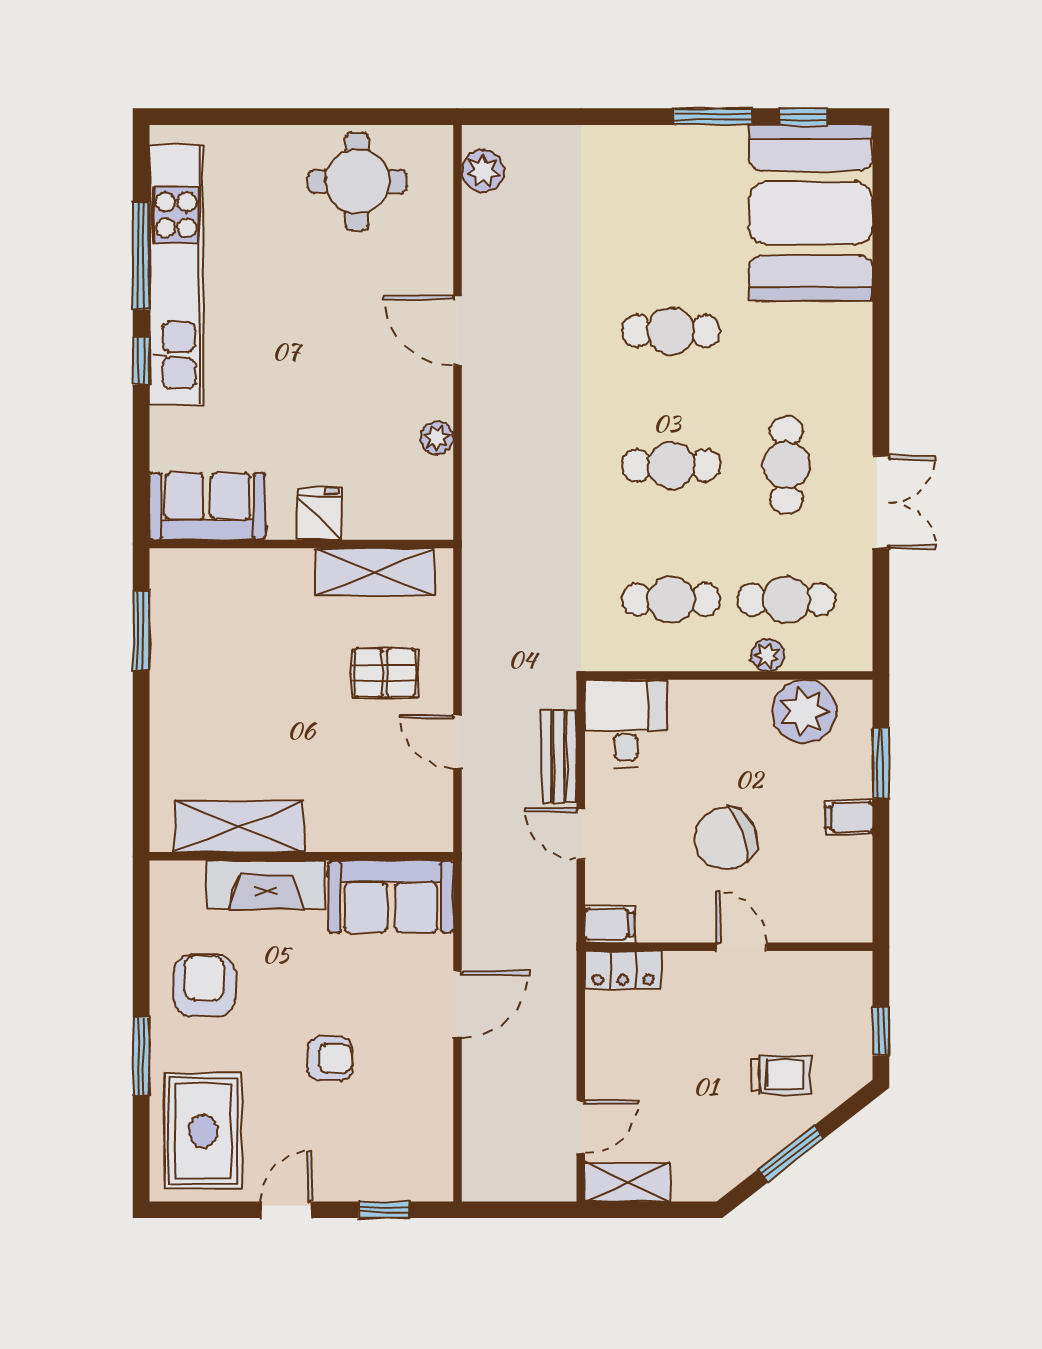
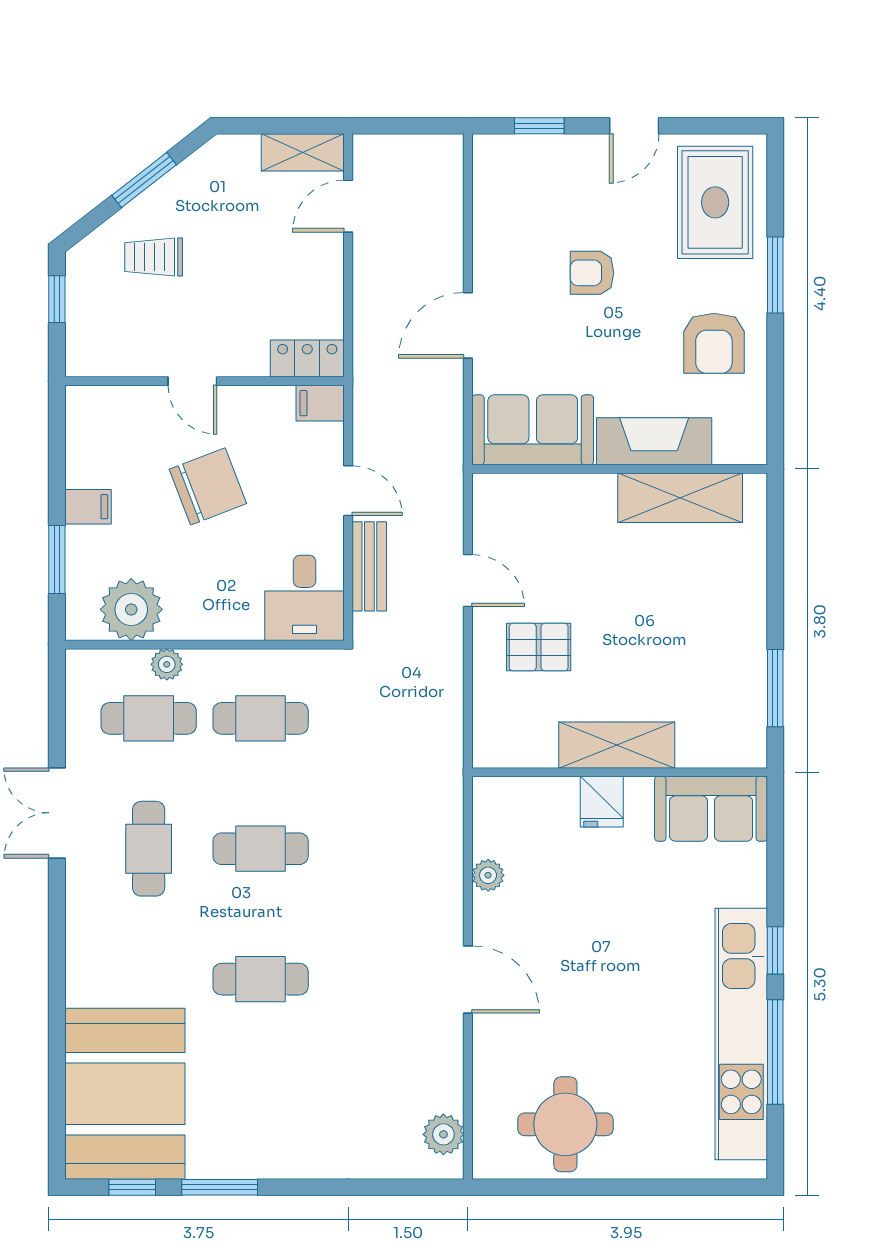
shelving: (374, 572) -> (617, 745), moved

